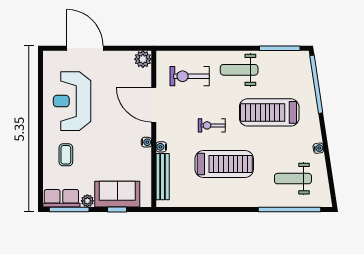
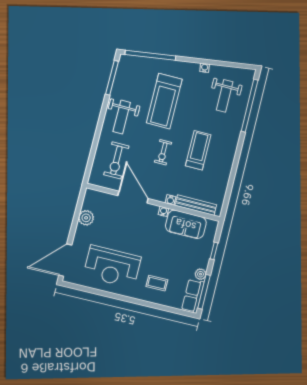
door: (85, 48) -> (65, 260), moved
plant: (143, 59) -> (86, 218), moved
door: (154, 105) -> (133, 197), swing flipped
treadmill: (224, 164) -> (198, 150), width x0.73, depth x0.73
sofa: (117, 194) -> (186, 224), moved, turned -90

